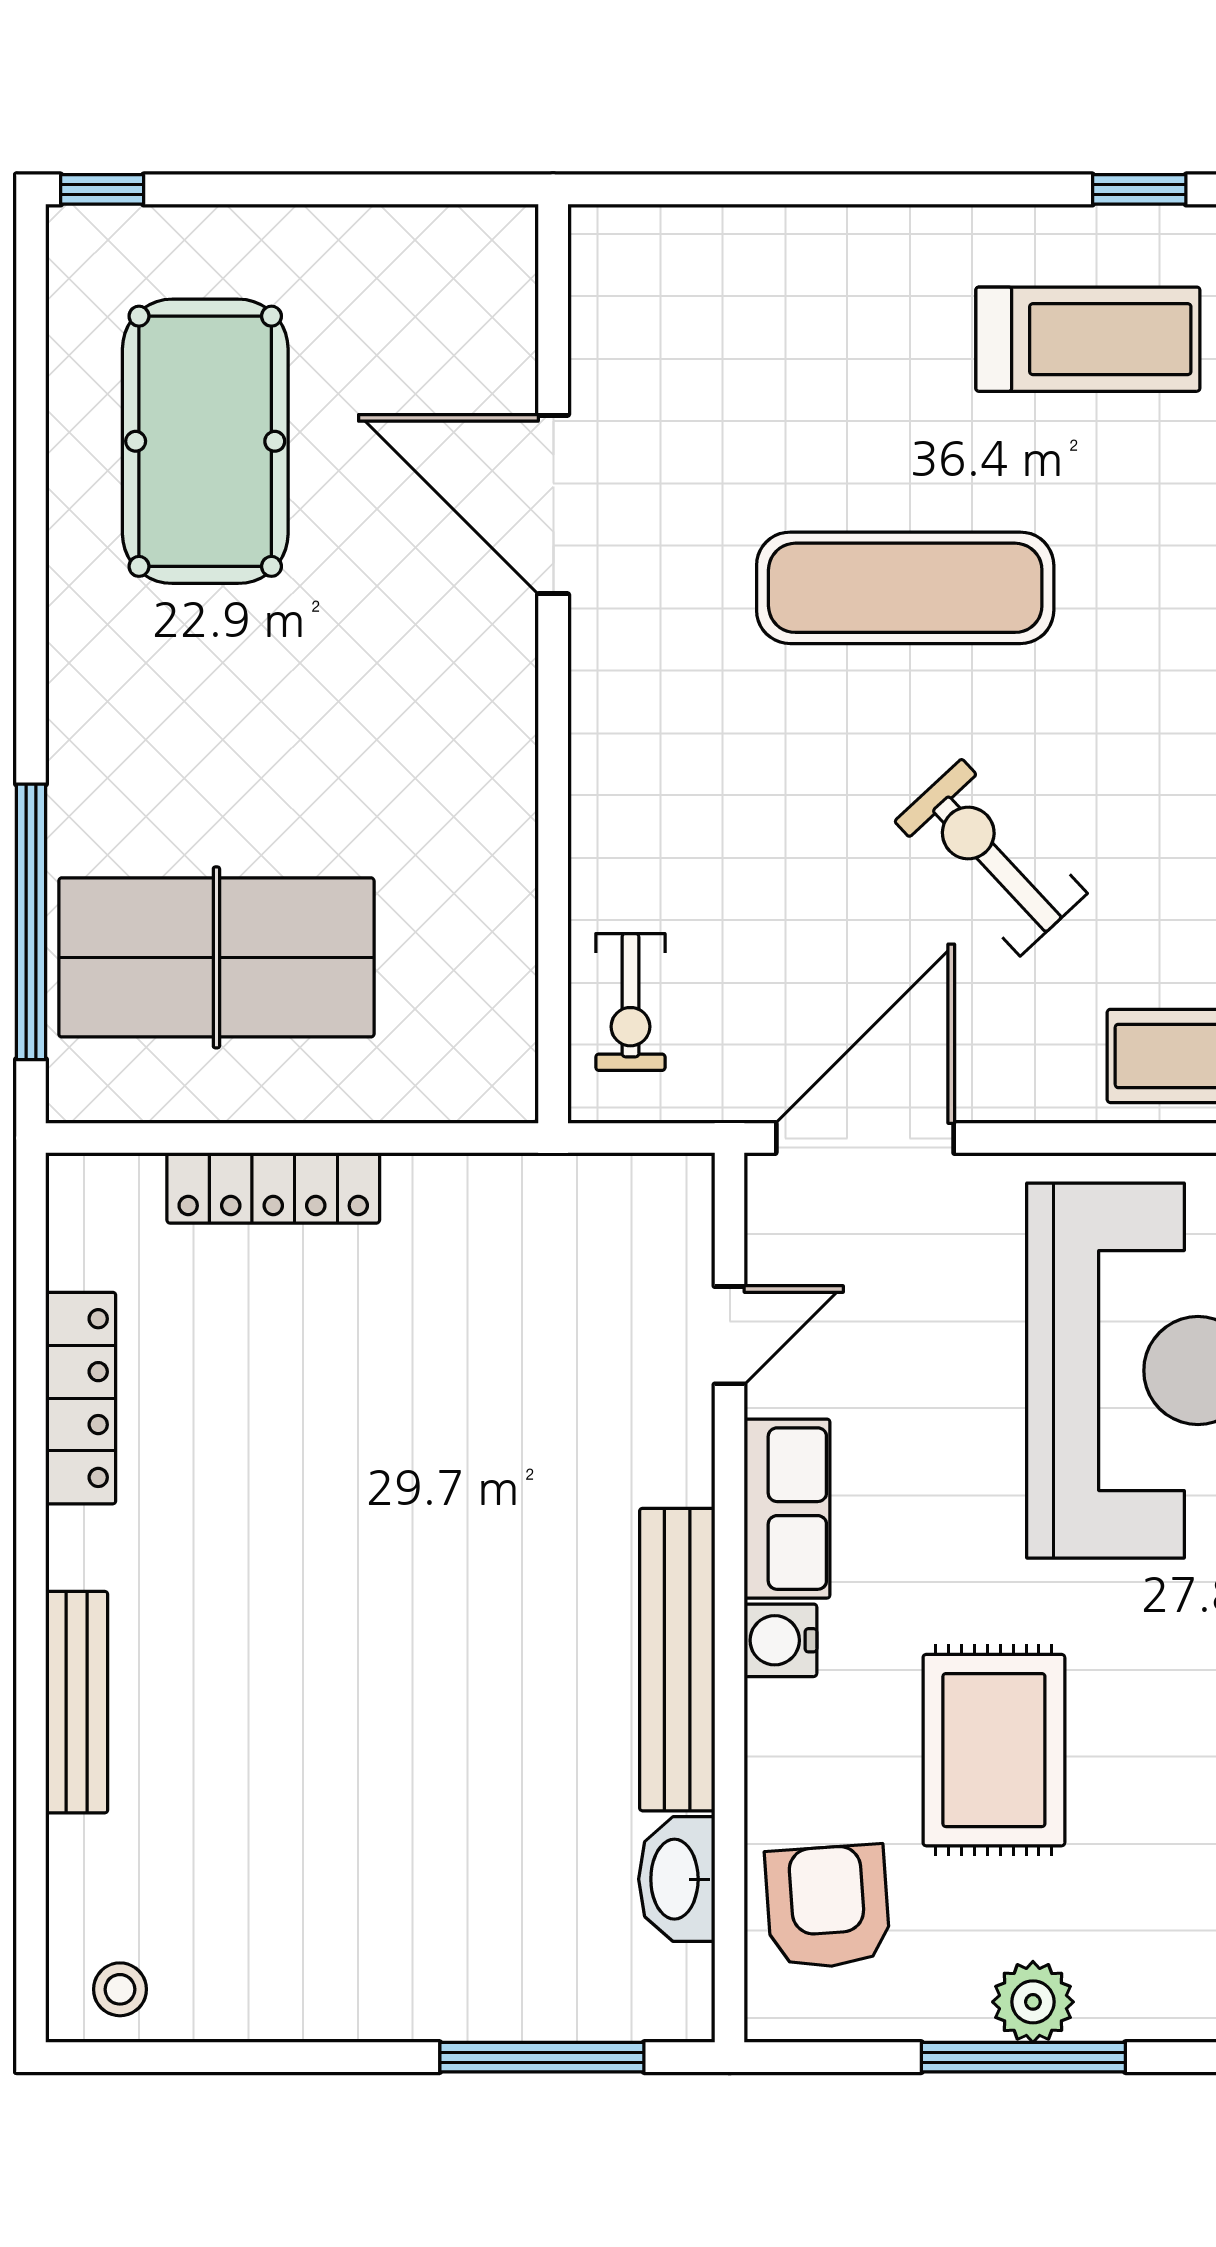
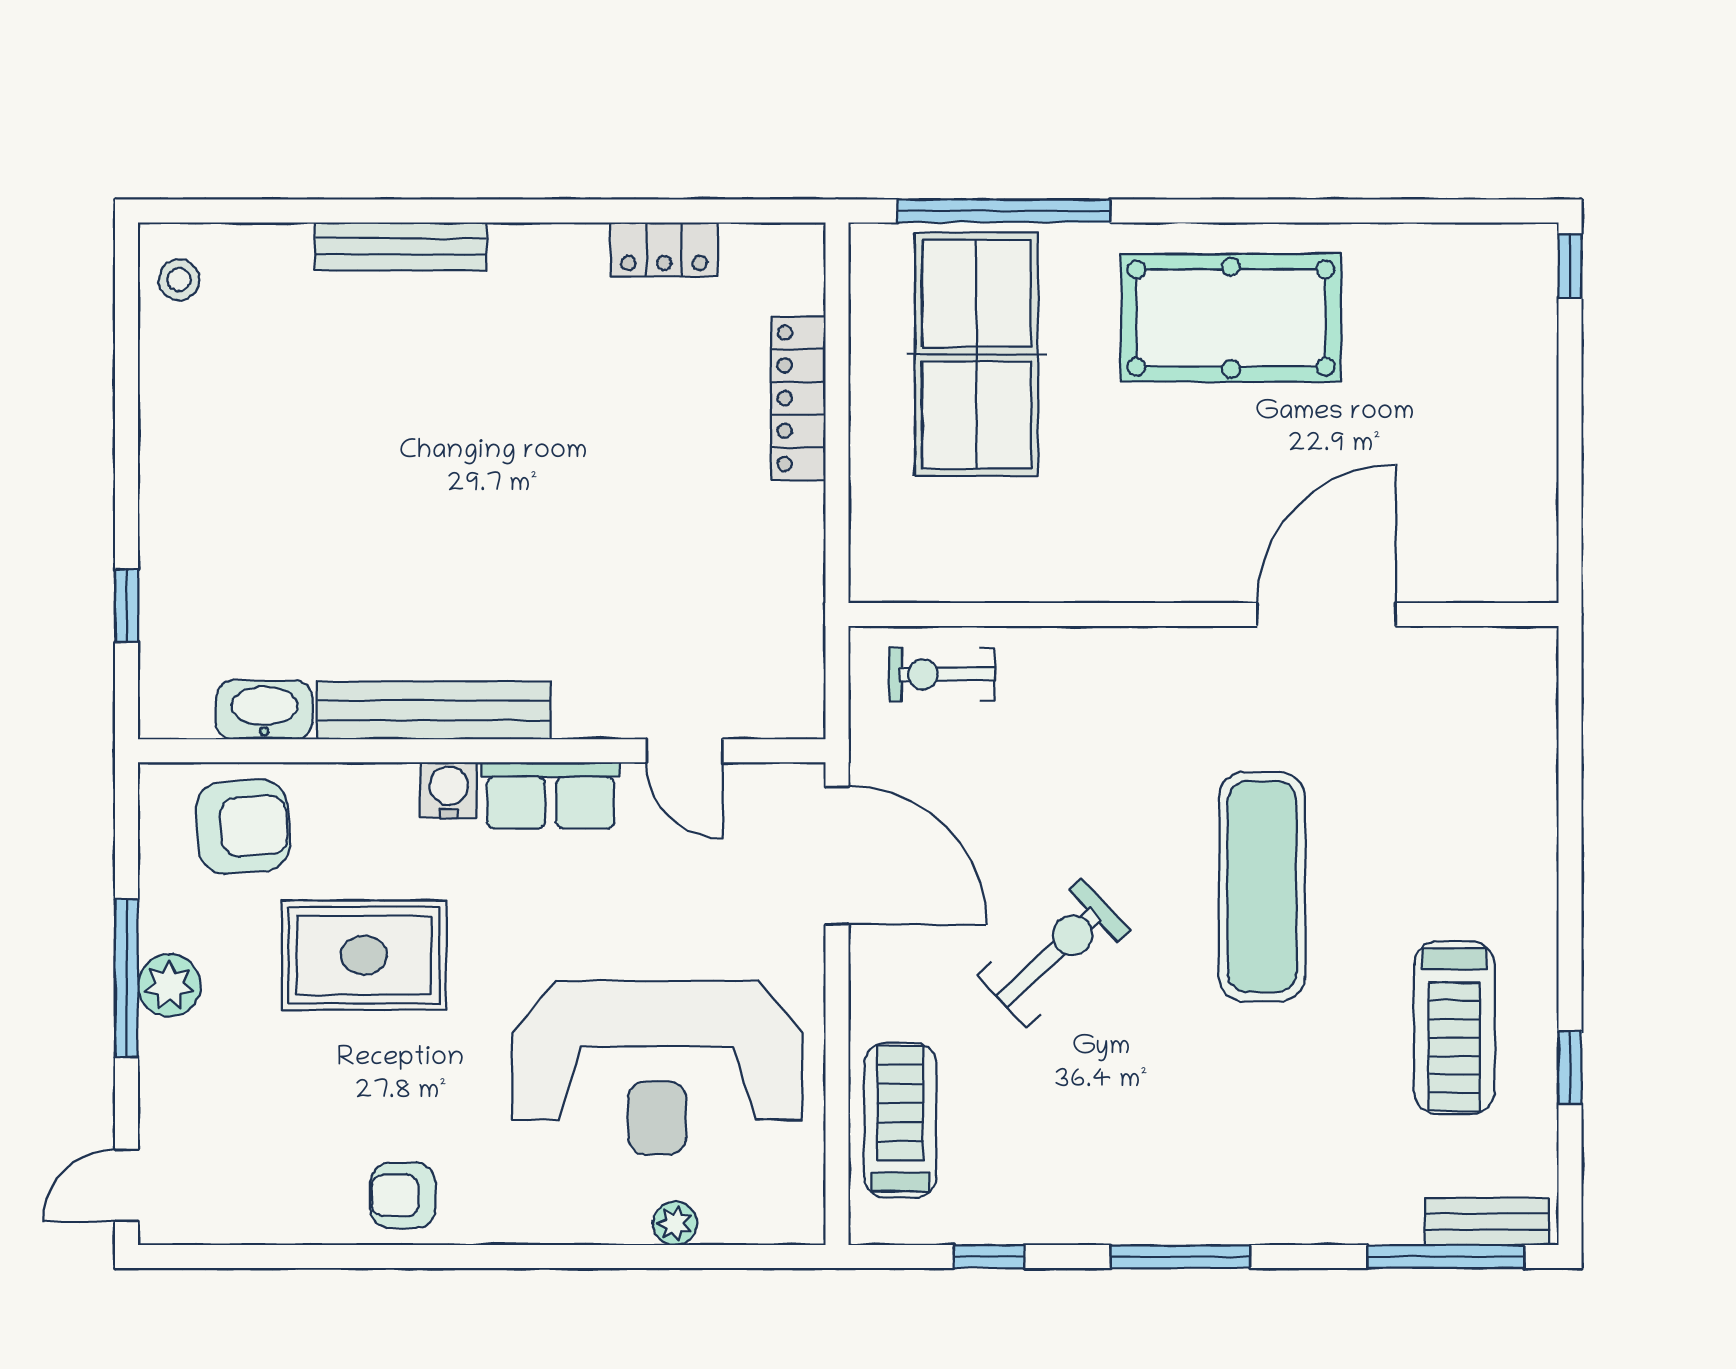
pool table: (205, 441) -> (1231, 318), moved
locker: (81, 1398) -> (664, 249), width x0.66
window: (542, 2057) -> (127, 606), width x0.46

